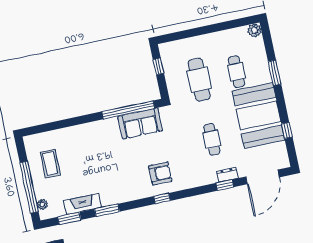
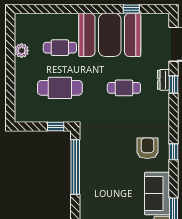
plant: (254, 30) -> (22, 51), moved
window: (158, 66) -> (56, 127), moved
window: (275, 73) -> (69, 9), removed
sofa: (140, 123) -> (157, 194), moved, turned 180

